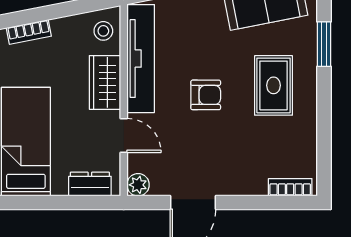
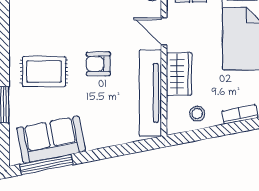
stool: (103, 31) -> (197, 114), moved
rug: (274, 85) -> (44, 72), turned 90

